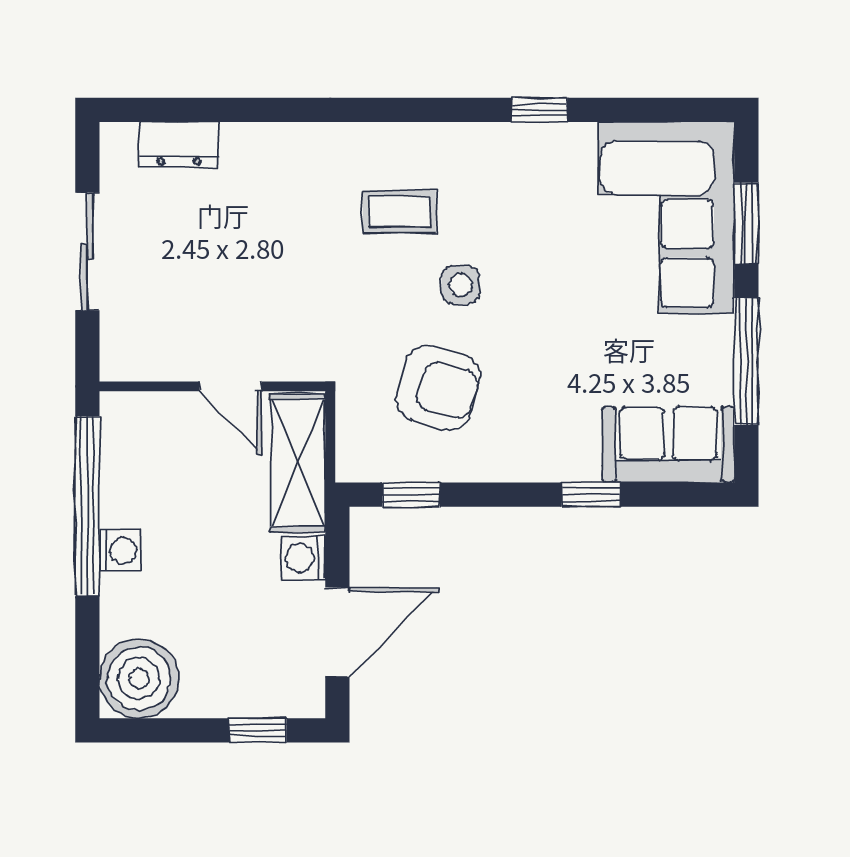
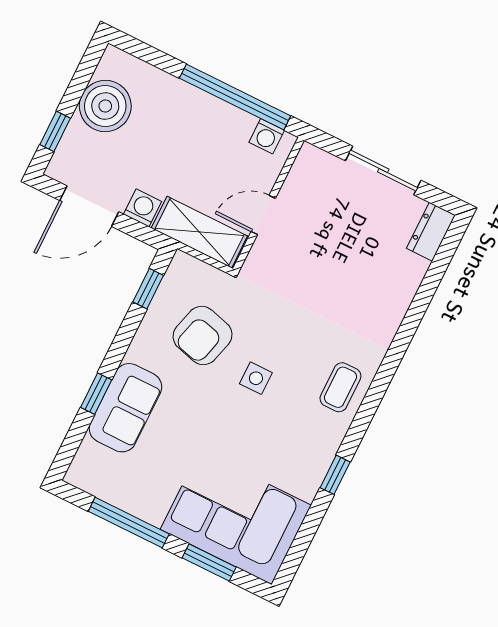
dresser: (179, 144) -> (431, 232), moved
coffee table: (399, 212) -> (340, 387), moved
sofa: (668, 445) -> (125, 408), moved
washing machine: (120, 550) -> (267, 136), moved
door: (337, 632) -> (89, 206), hinge flipped
boiler: (139, 679) -> (105, 106), moved

